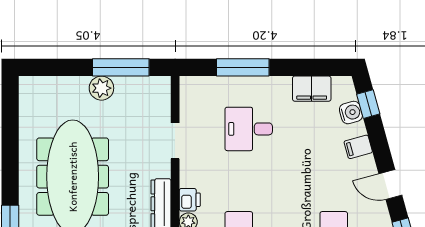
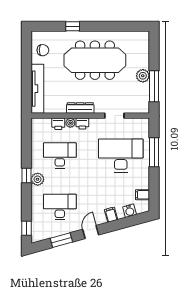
filing cabinet: (312, 89) -> (143, 195), width x0.50
window: (368, 104) -> (134, 220), removed
desk: (249, 129) -> (121, 155), width x1.87, depth x1.30

